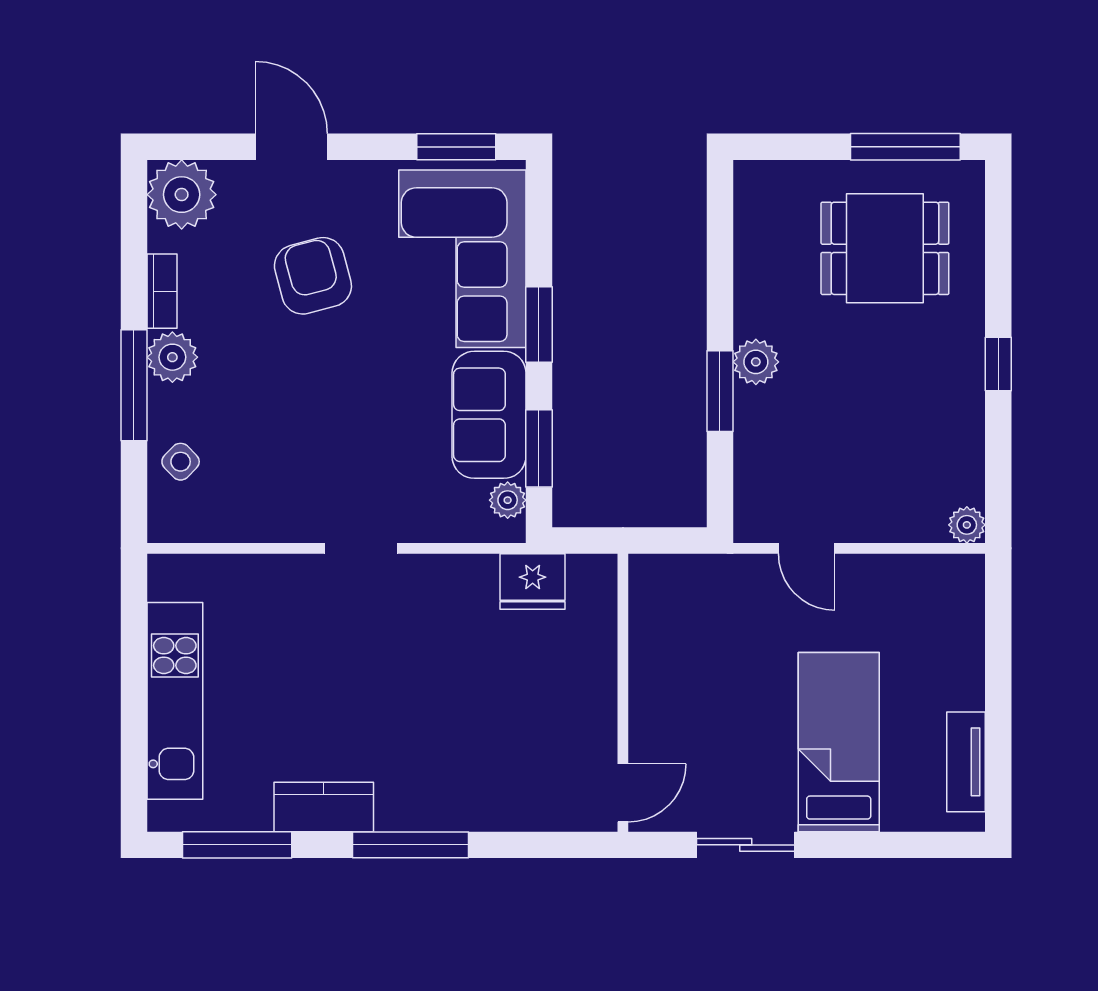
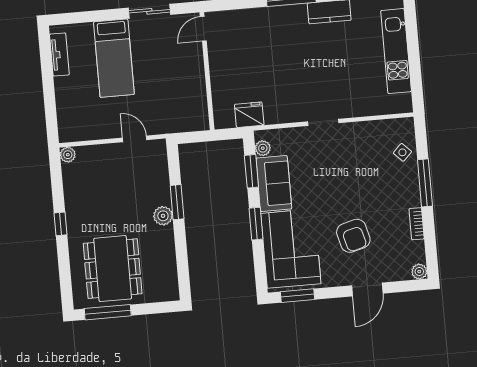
door: (291, 147) -> (367, 289), hinge flipped
plant: (182, 195) -> (419, 272), width x0.53, depth x0.53
dining table: (885, 248) -> (113, 269), width x1.38
plant: (172, 357) -> (410, 196), removed

